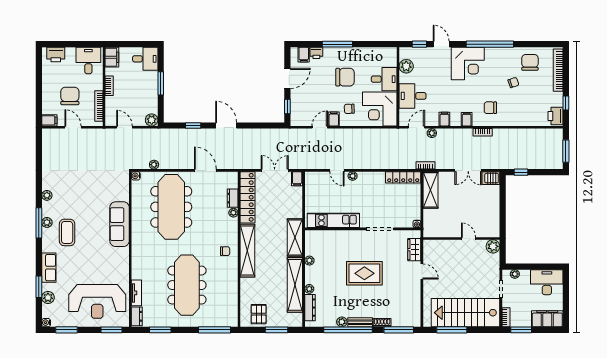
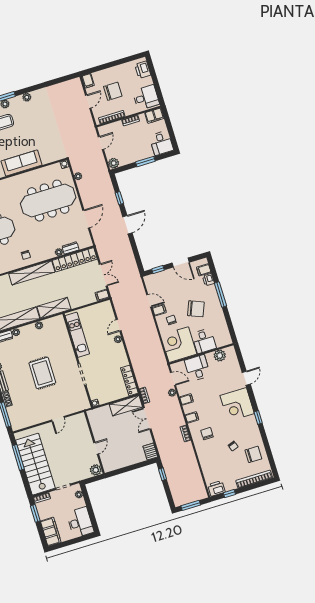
window: (419, 44) -> (241, 361), removed
window: (490, 44) -> (258, 418), width x0.32
chair: (345, 77) -> (196, 309), turned -68
double door: (468, 170) -> (147, 419), moved
wardrobe: (414, 250) -> (74, 407), removed

